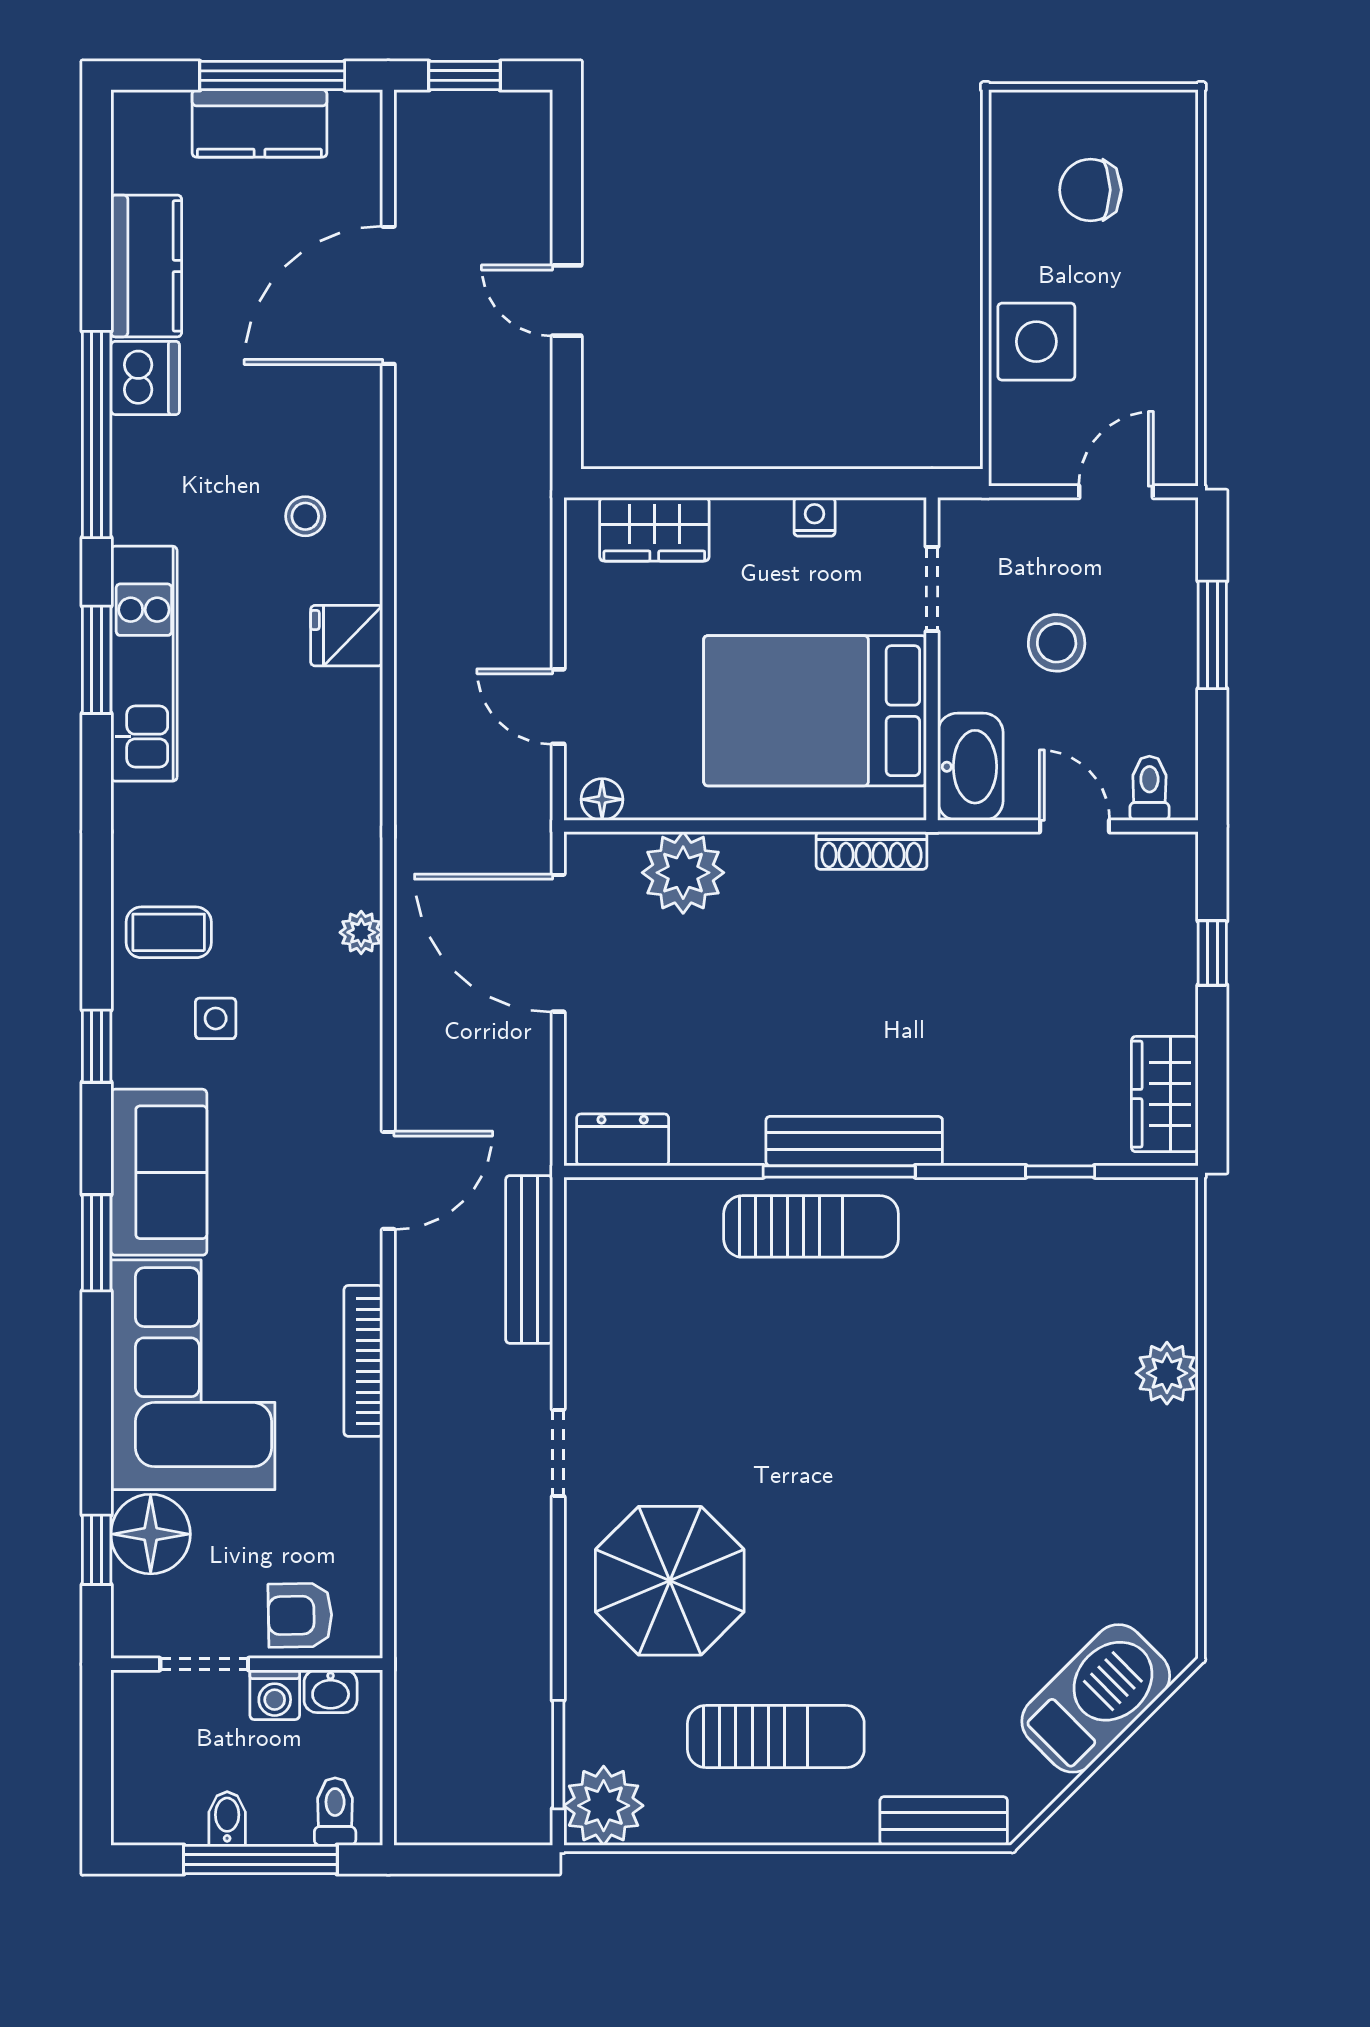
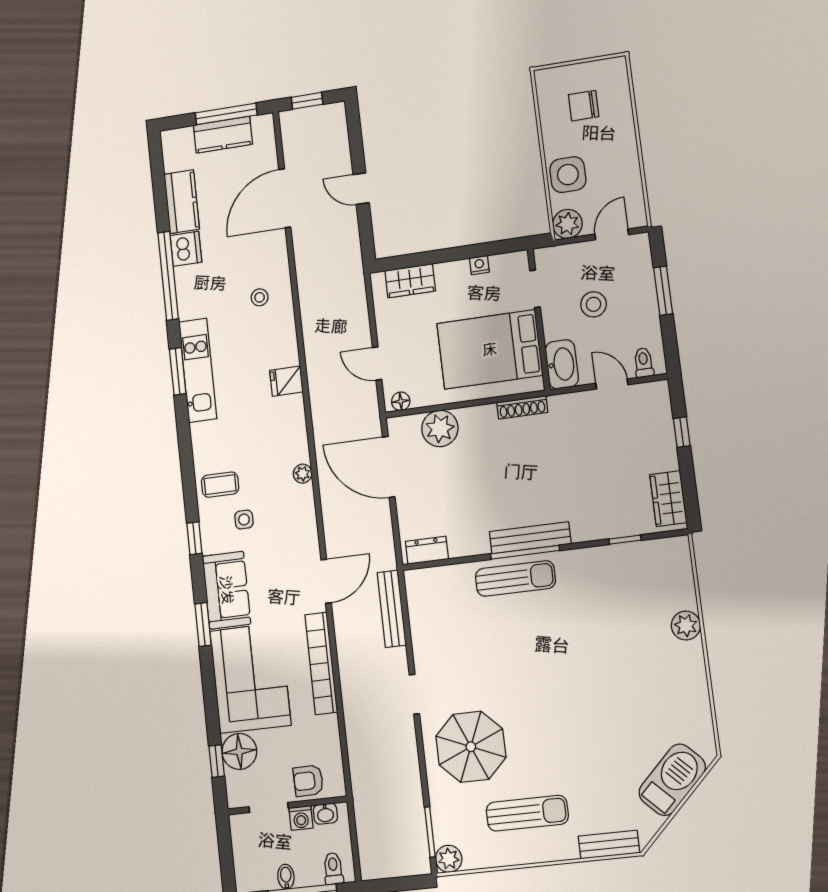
plant: (1022, 453) -> (567, 224), added
fridge: (347, 636) -> (286, 381), moved
bookcase: (363, 1361) -> (321, 663), width x1.48, depth x1.31
plant: (604, 1806) -> (449, 859), width x0.73, depth x0.73

